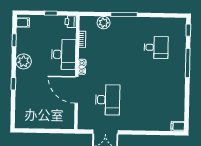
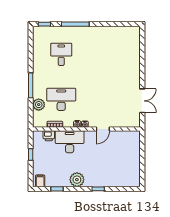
printer: (71, 22) -> (49, 136), moved
door: (76, 90) -> (103, 129), width x0.53
desk: (108, 100) -> (61, 99), moved
filing cabinet: (178, 126) -> (136, 32), removed

